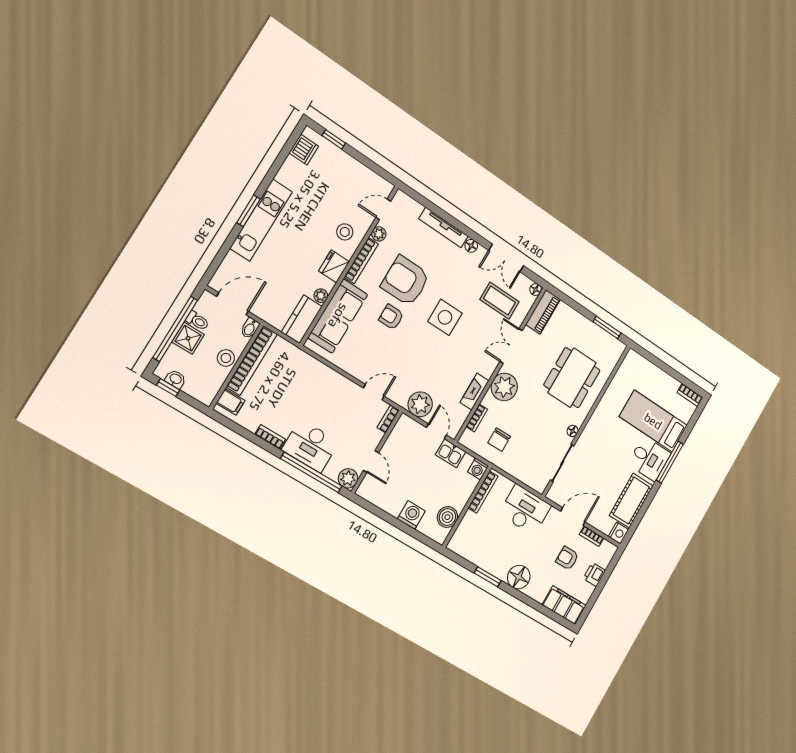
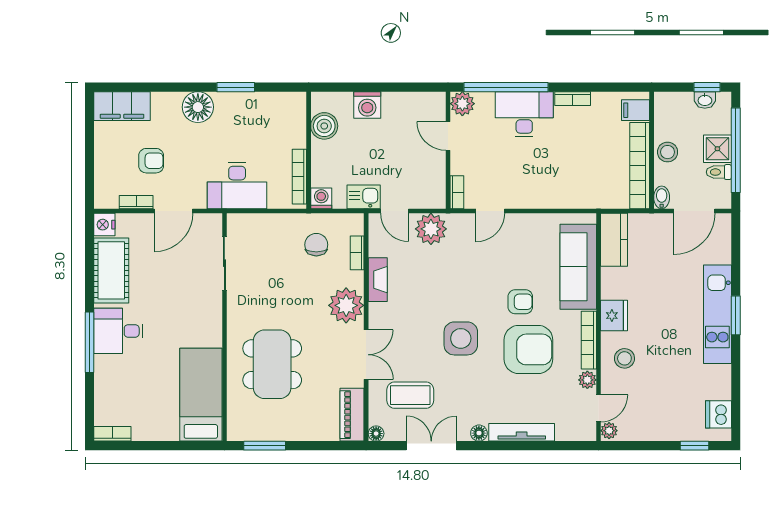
plant: (321, 296) -> (609, 431), moved
bed: (653, 421) -> (201, 395), moved, turned -90
floor lamp: (573, 431) -> (234, 306), removed
printer: (594, 574) -> (105, 161), removed

